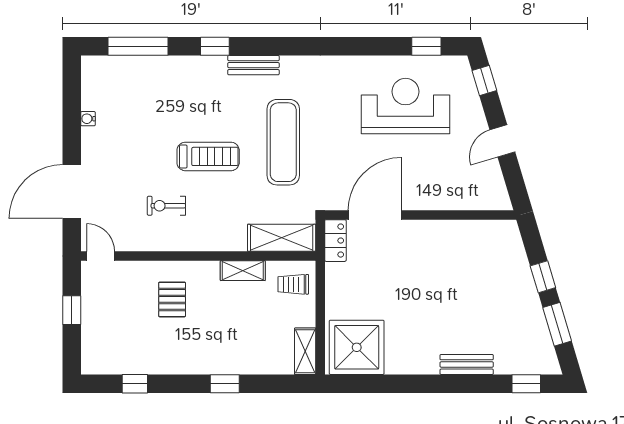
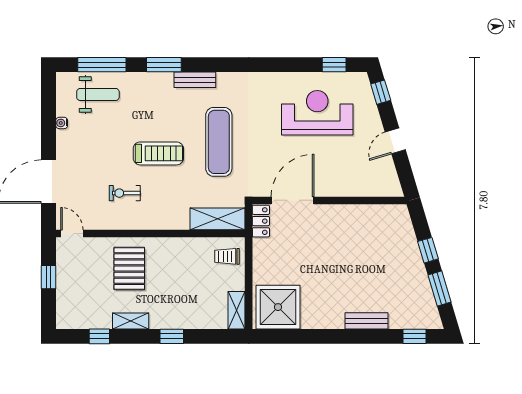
window: (215, 46) -> (164, 65), width x1.50
weight bench: (133, 83) -> (98, 94), added
shelving: (243, 271) -> (131, 321), moved
pallet: (172, 299) -> (129, 269), width x1.50, depth x1.42

